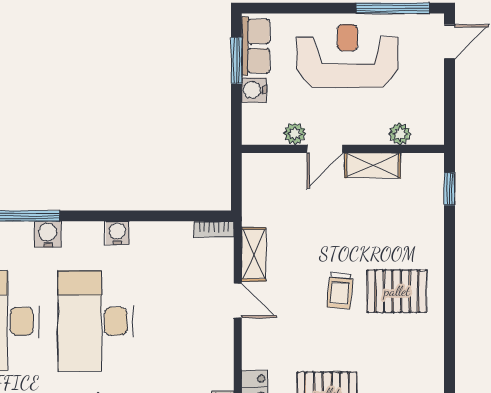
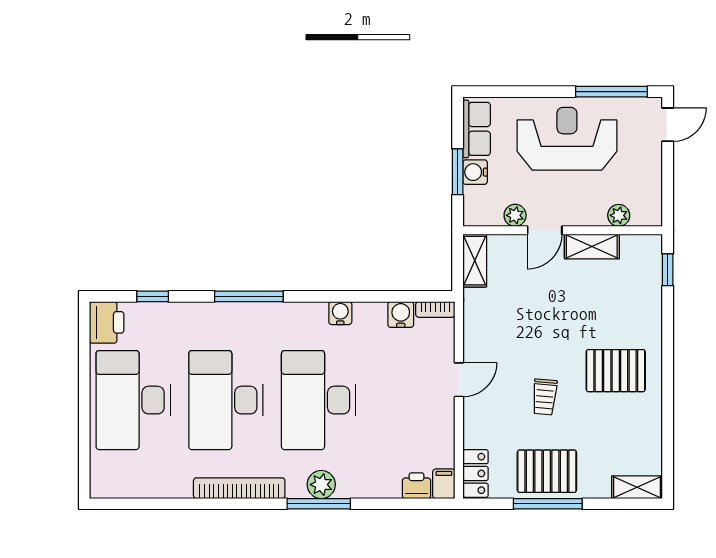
window: (236, 60) -> (458, 172), moved
water cooler: (48, 234) -> (401, 314), moved
shelving: (254, 254) -> (475, 261), moved
trolley: (340, 291) -> (545, 397), moved
door: (238, 300) -> (459, 380), hinge flipped

